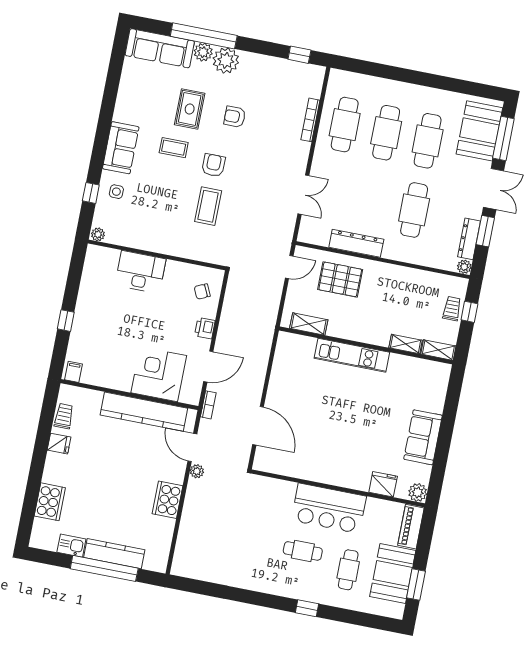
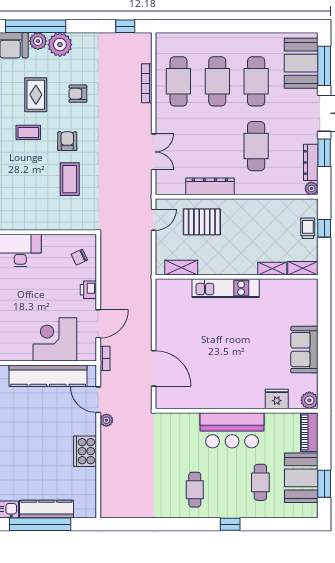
cafe table: (303, 551) -> (195, 490), moved, turned 90

